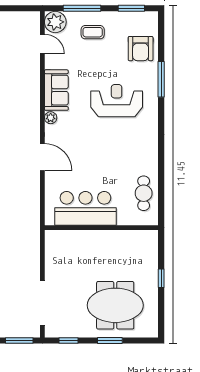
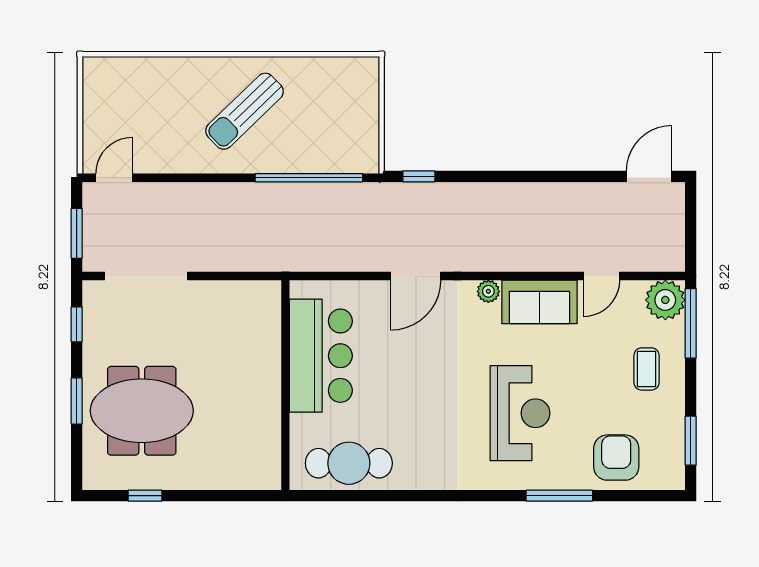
window: (82, 8) -> (691, 323), moved
door: (42, 44) -> (601, 276), moved
armchair: (141, 49) -> (616, 458), turned 90
cafe table: (144, 193) -> (349, 463), width x1.37, depth x1.35
window: (161, 278) -> (145, 496), moved
meeting table: (115, 305) -> (142, 411), turned 90

